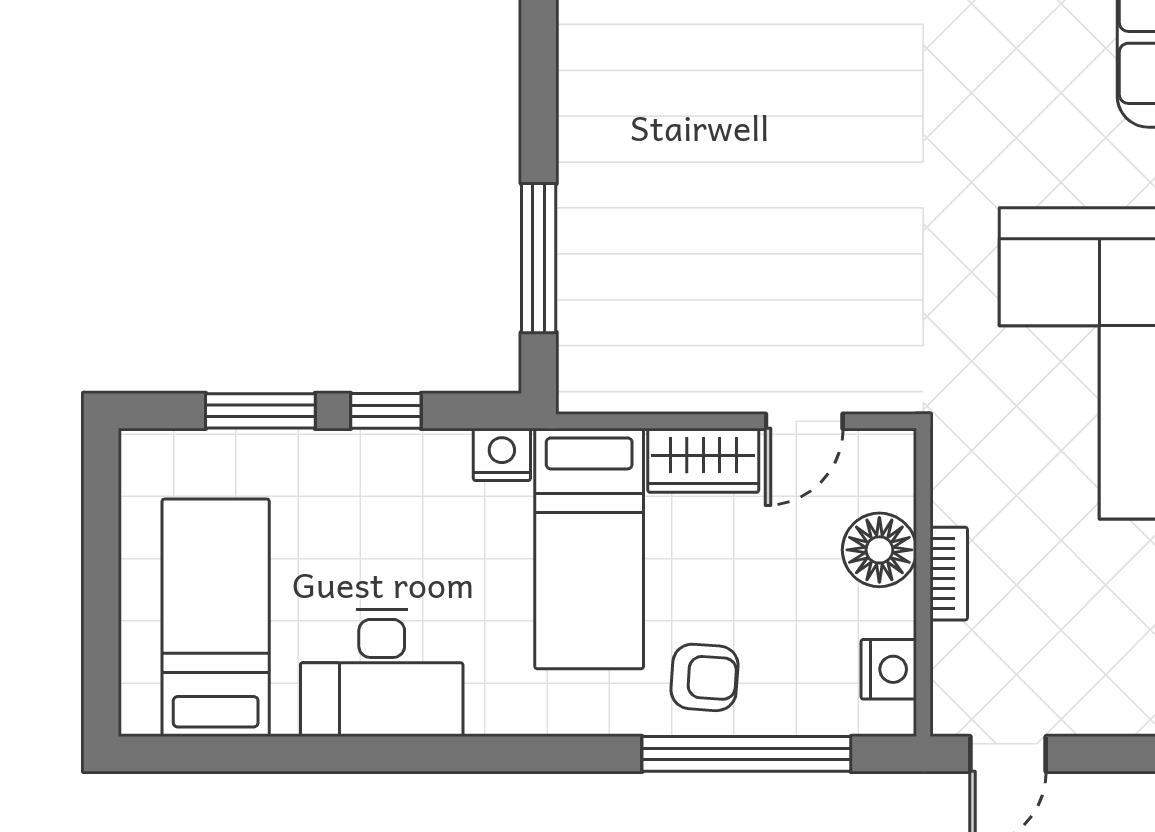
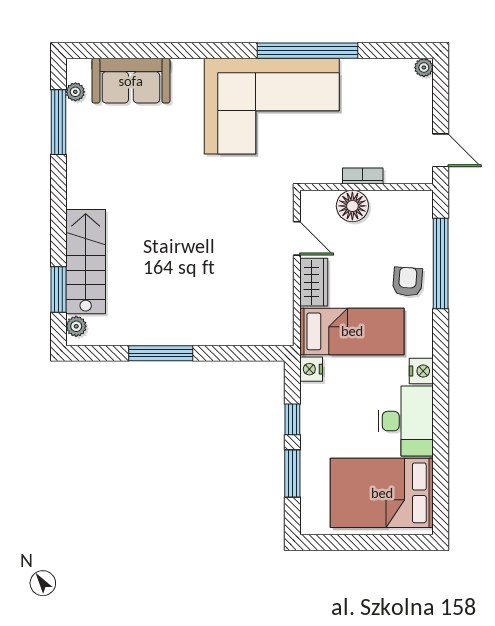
window: (539, 258) -> (161, 353), moved
bed: (216, 618) -> (382, 493), width x1.50
nightstand: (889, 669) -> (421, 371), moved, turned 90

